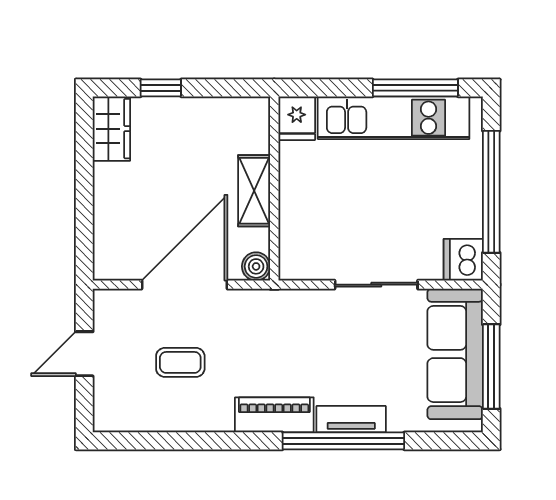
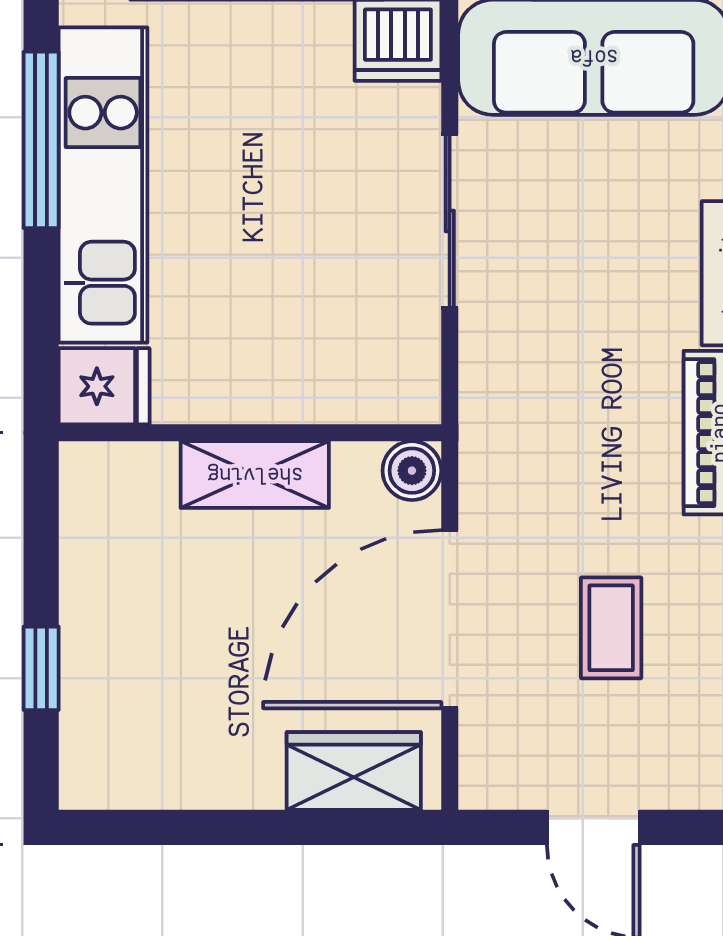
wardrobe: (111, 129) -> (354, 771), moved
door: (185, 285) -> (450, 619), hinge flipped

